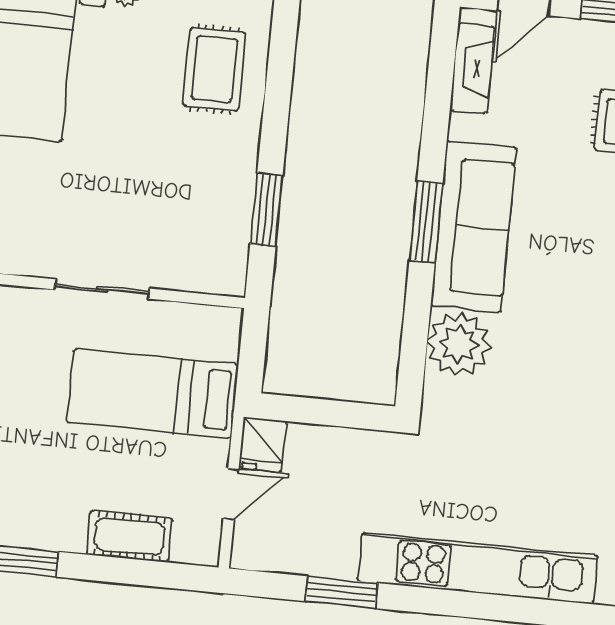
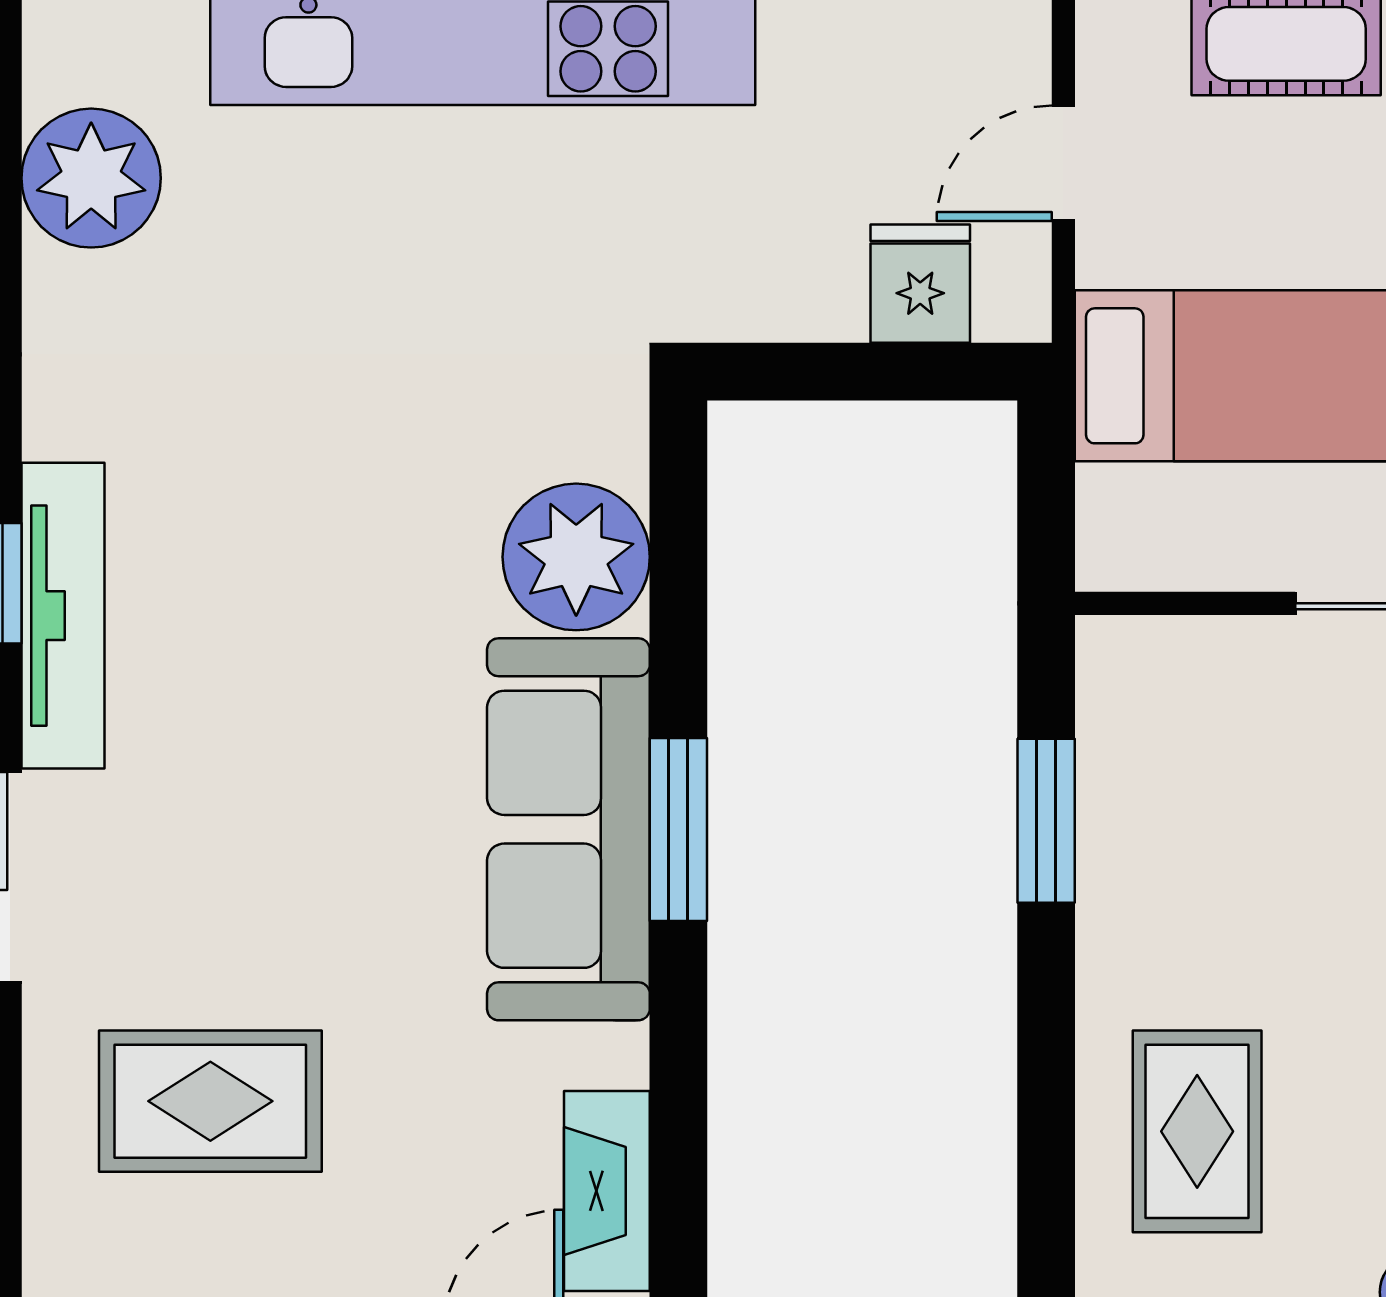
fridge: (263, 445) -> (920, 284), moved

